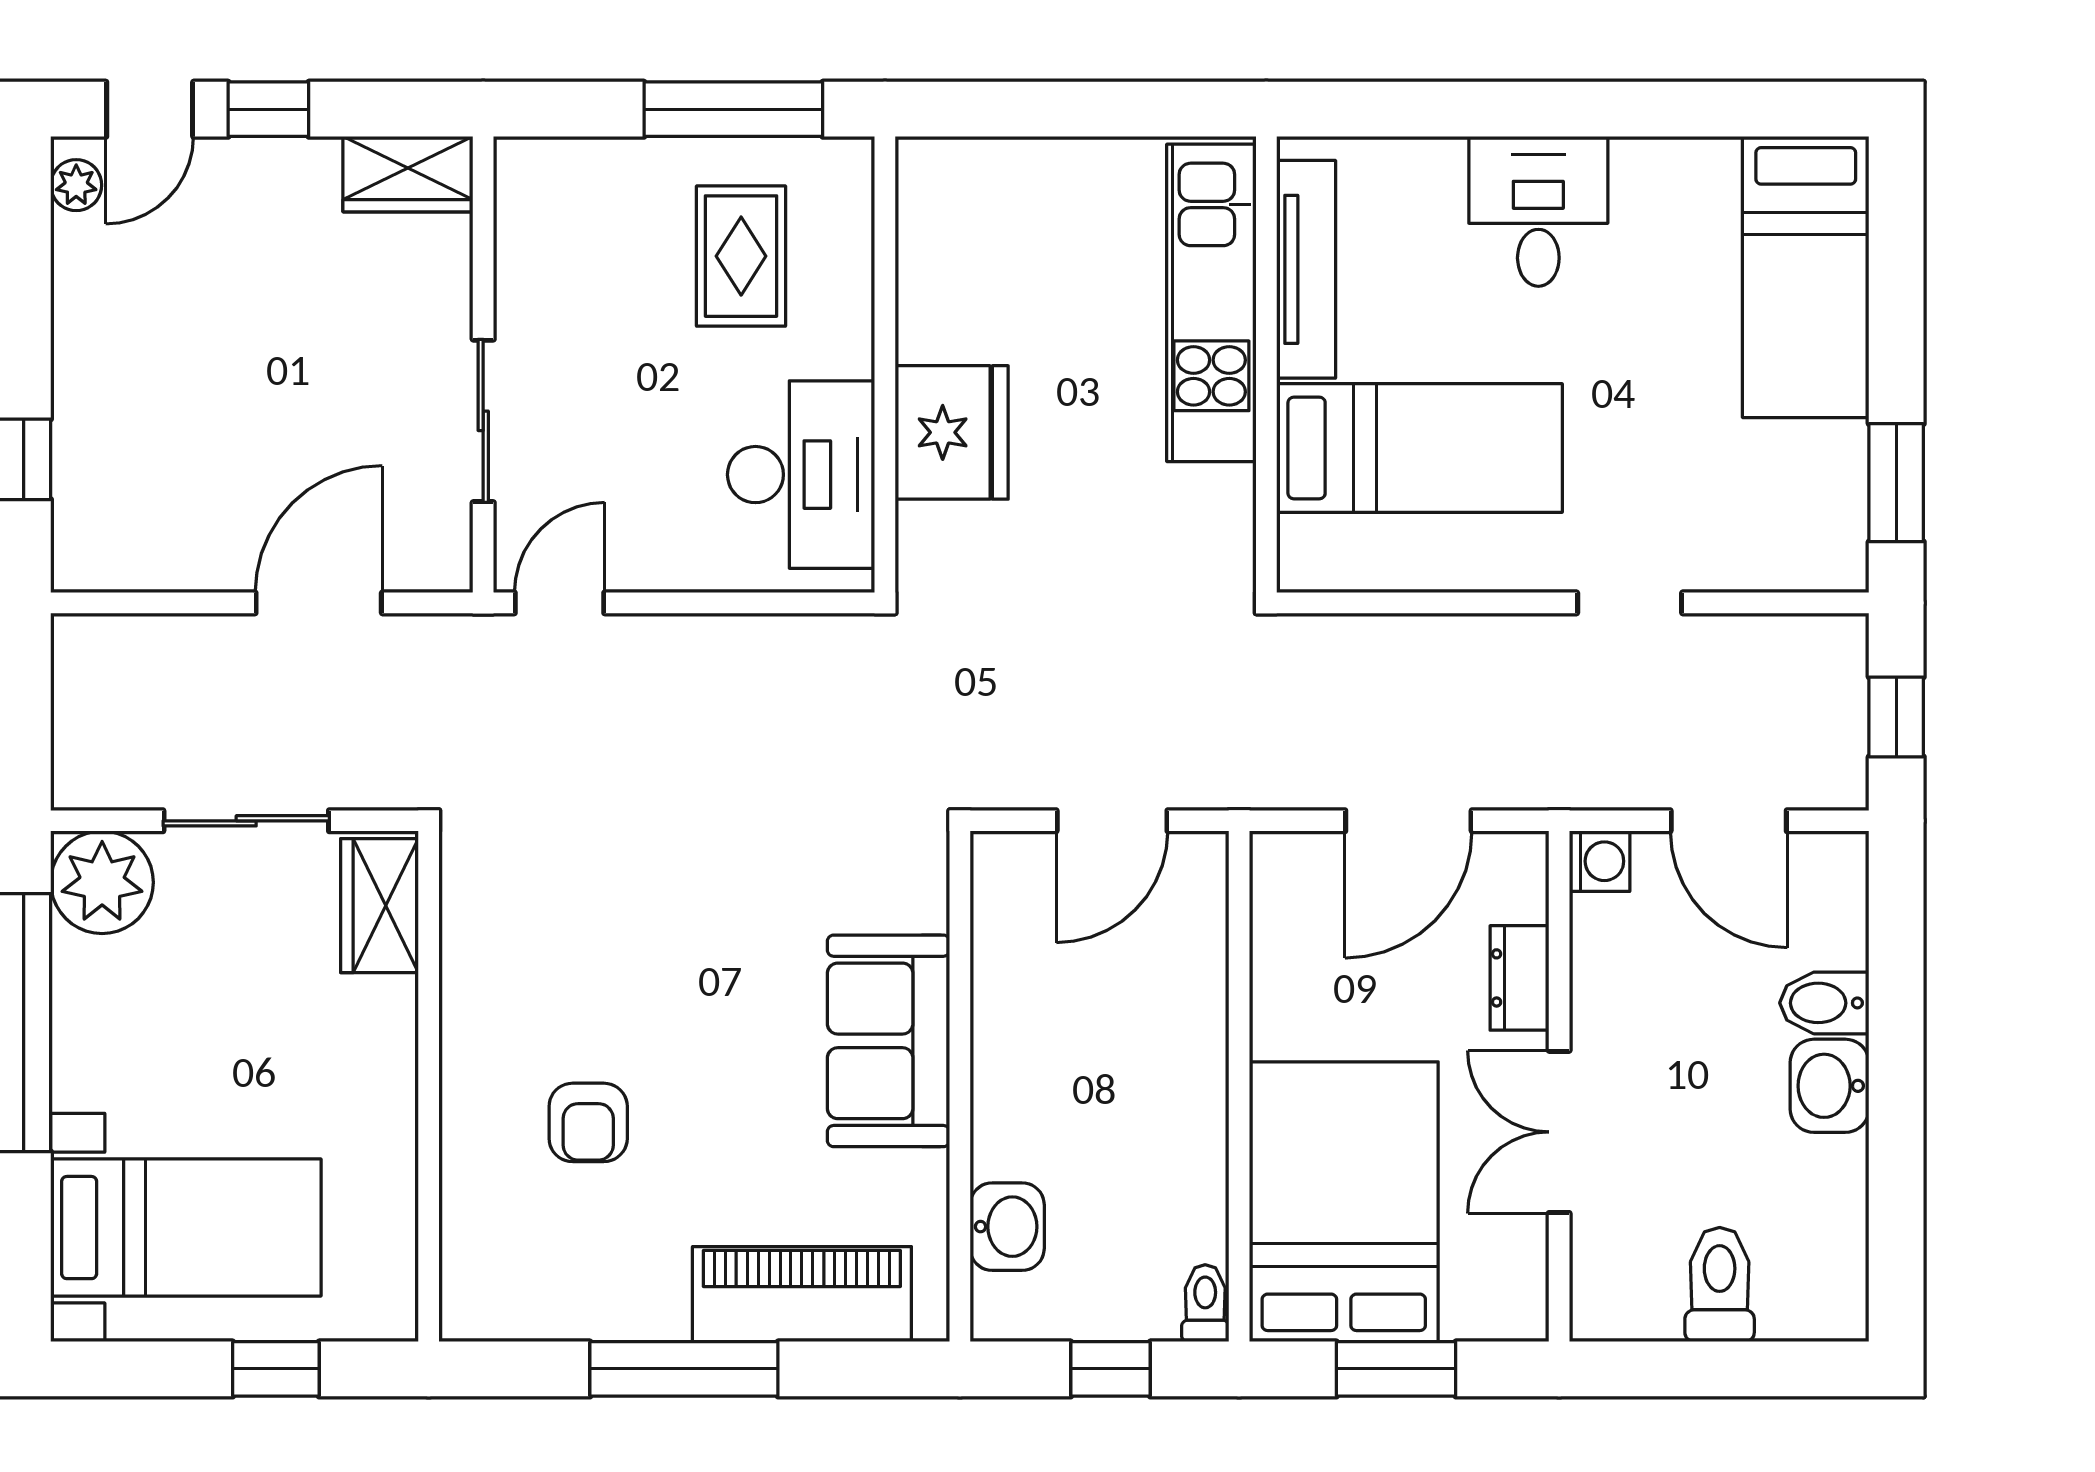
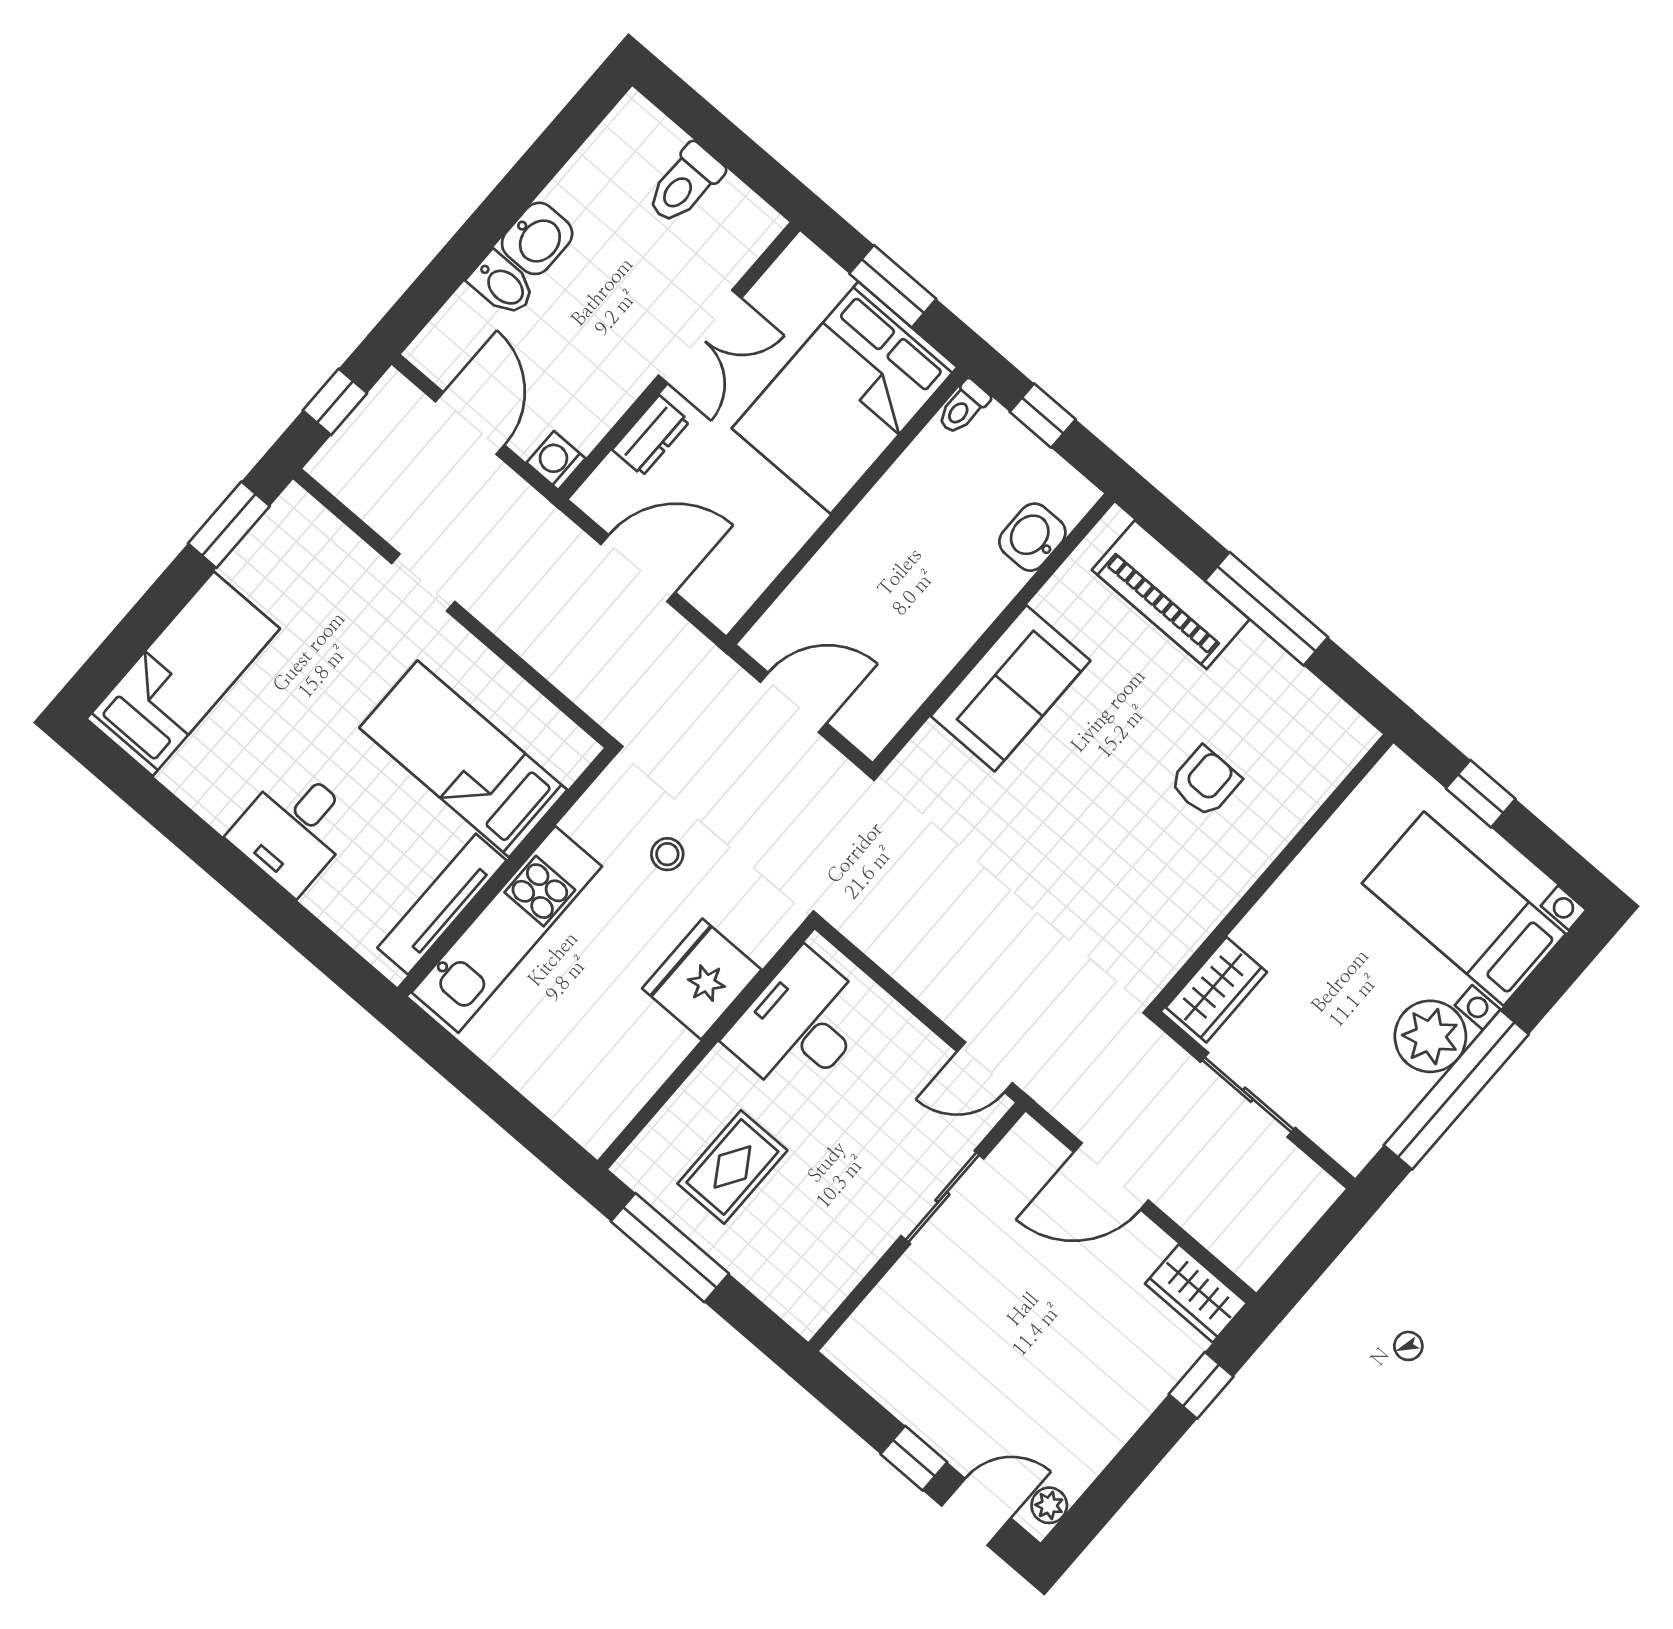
wardrobe: (408, 174) -> (1196, 1293), moved, turned 180
stool: (1107, 536) -> (667, 854), added
plant: (102, 882) -> (1430, 1036), moved

